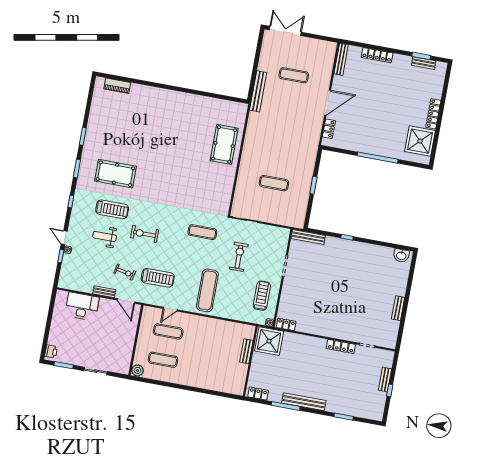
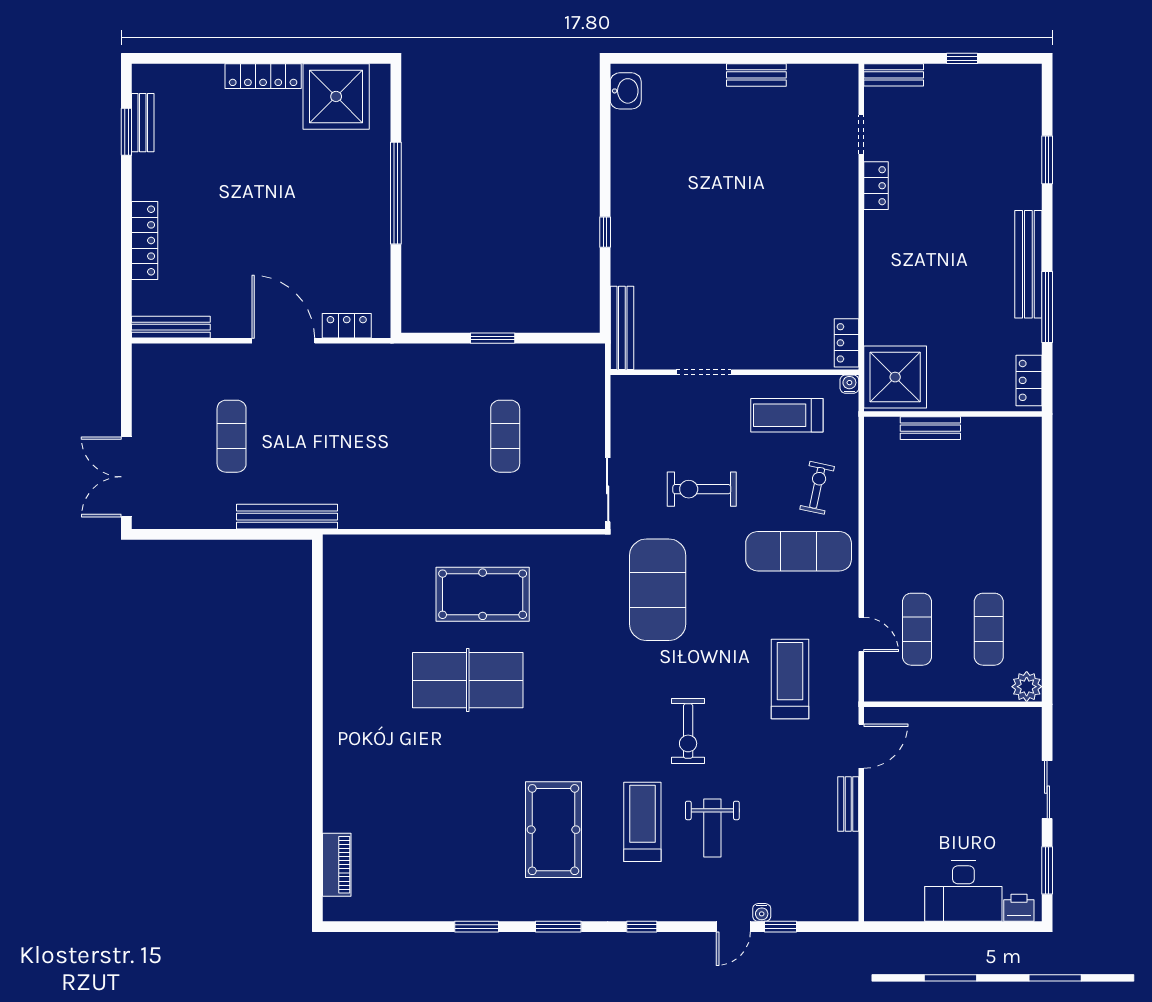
pool table: (224, 144) -> (483, 594), moved
table tennis table: (181, 151) -> (468, 680), added
exercise mat: (202, 232) -> (658, 590), width x2.00, depth x1.45
exercise bike: (125, 272) -> (817, 488), moved
desk: (82, 306) -> (963, 891), moved, turned -90
locker: (341, 346) -> (876, 186), width x0.66
bench: (385, 380) -> (894, 75), moved

